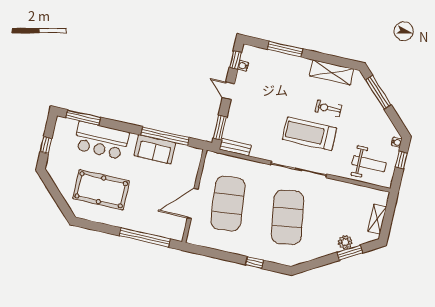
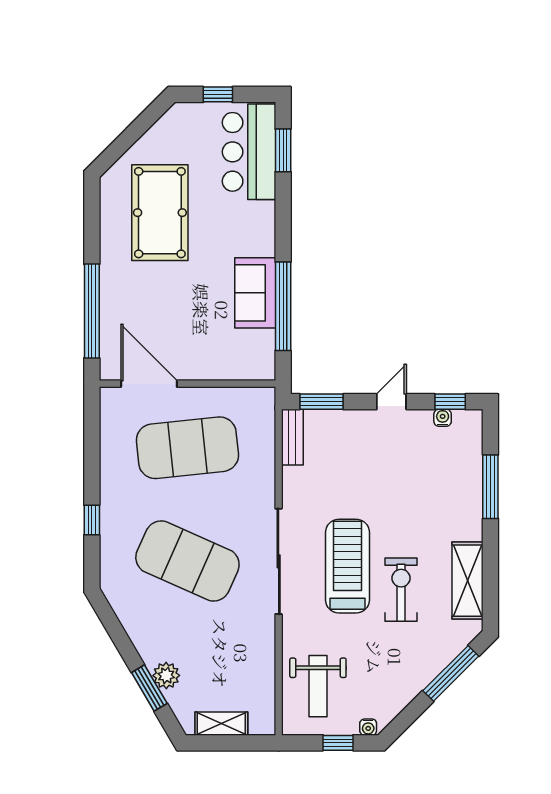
exercise bike: (328, 108) -> (401, 590), width x1.38, depth x1.39
window: (83, 118) -> (283, 150), width x0.69
bar counter: (101, 140) -> (249, 152), moved
door: (193, 203) -> (149, 384), moved
exercise mat: (288, 217) -> (187, 561), turned 33

